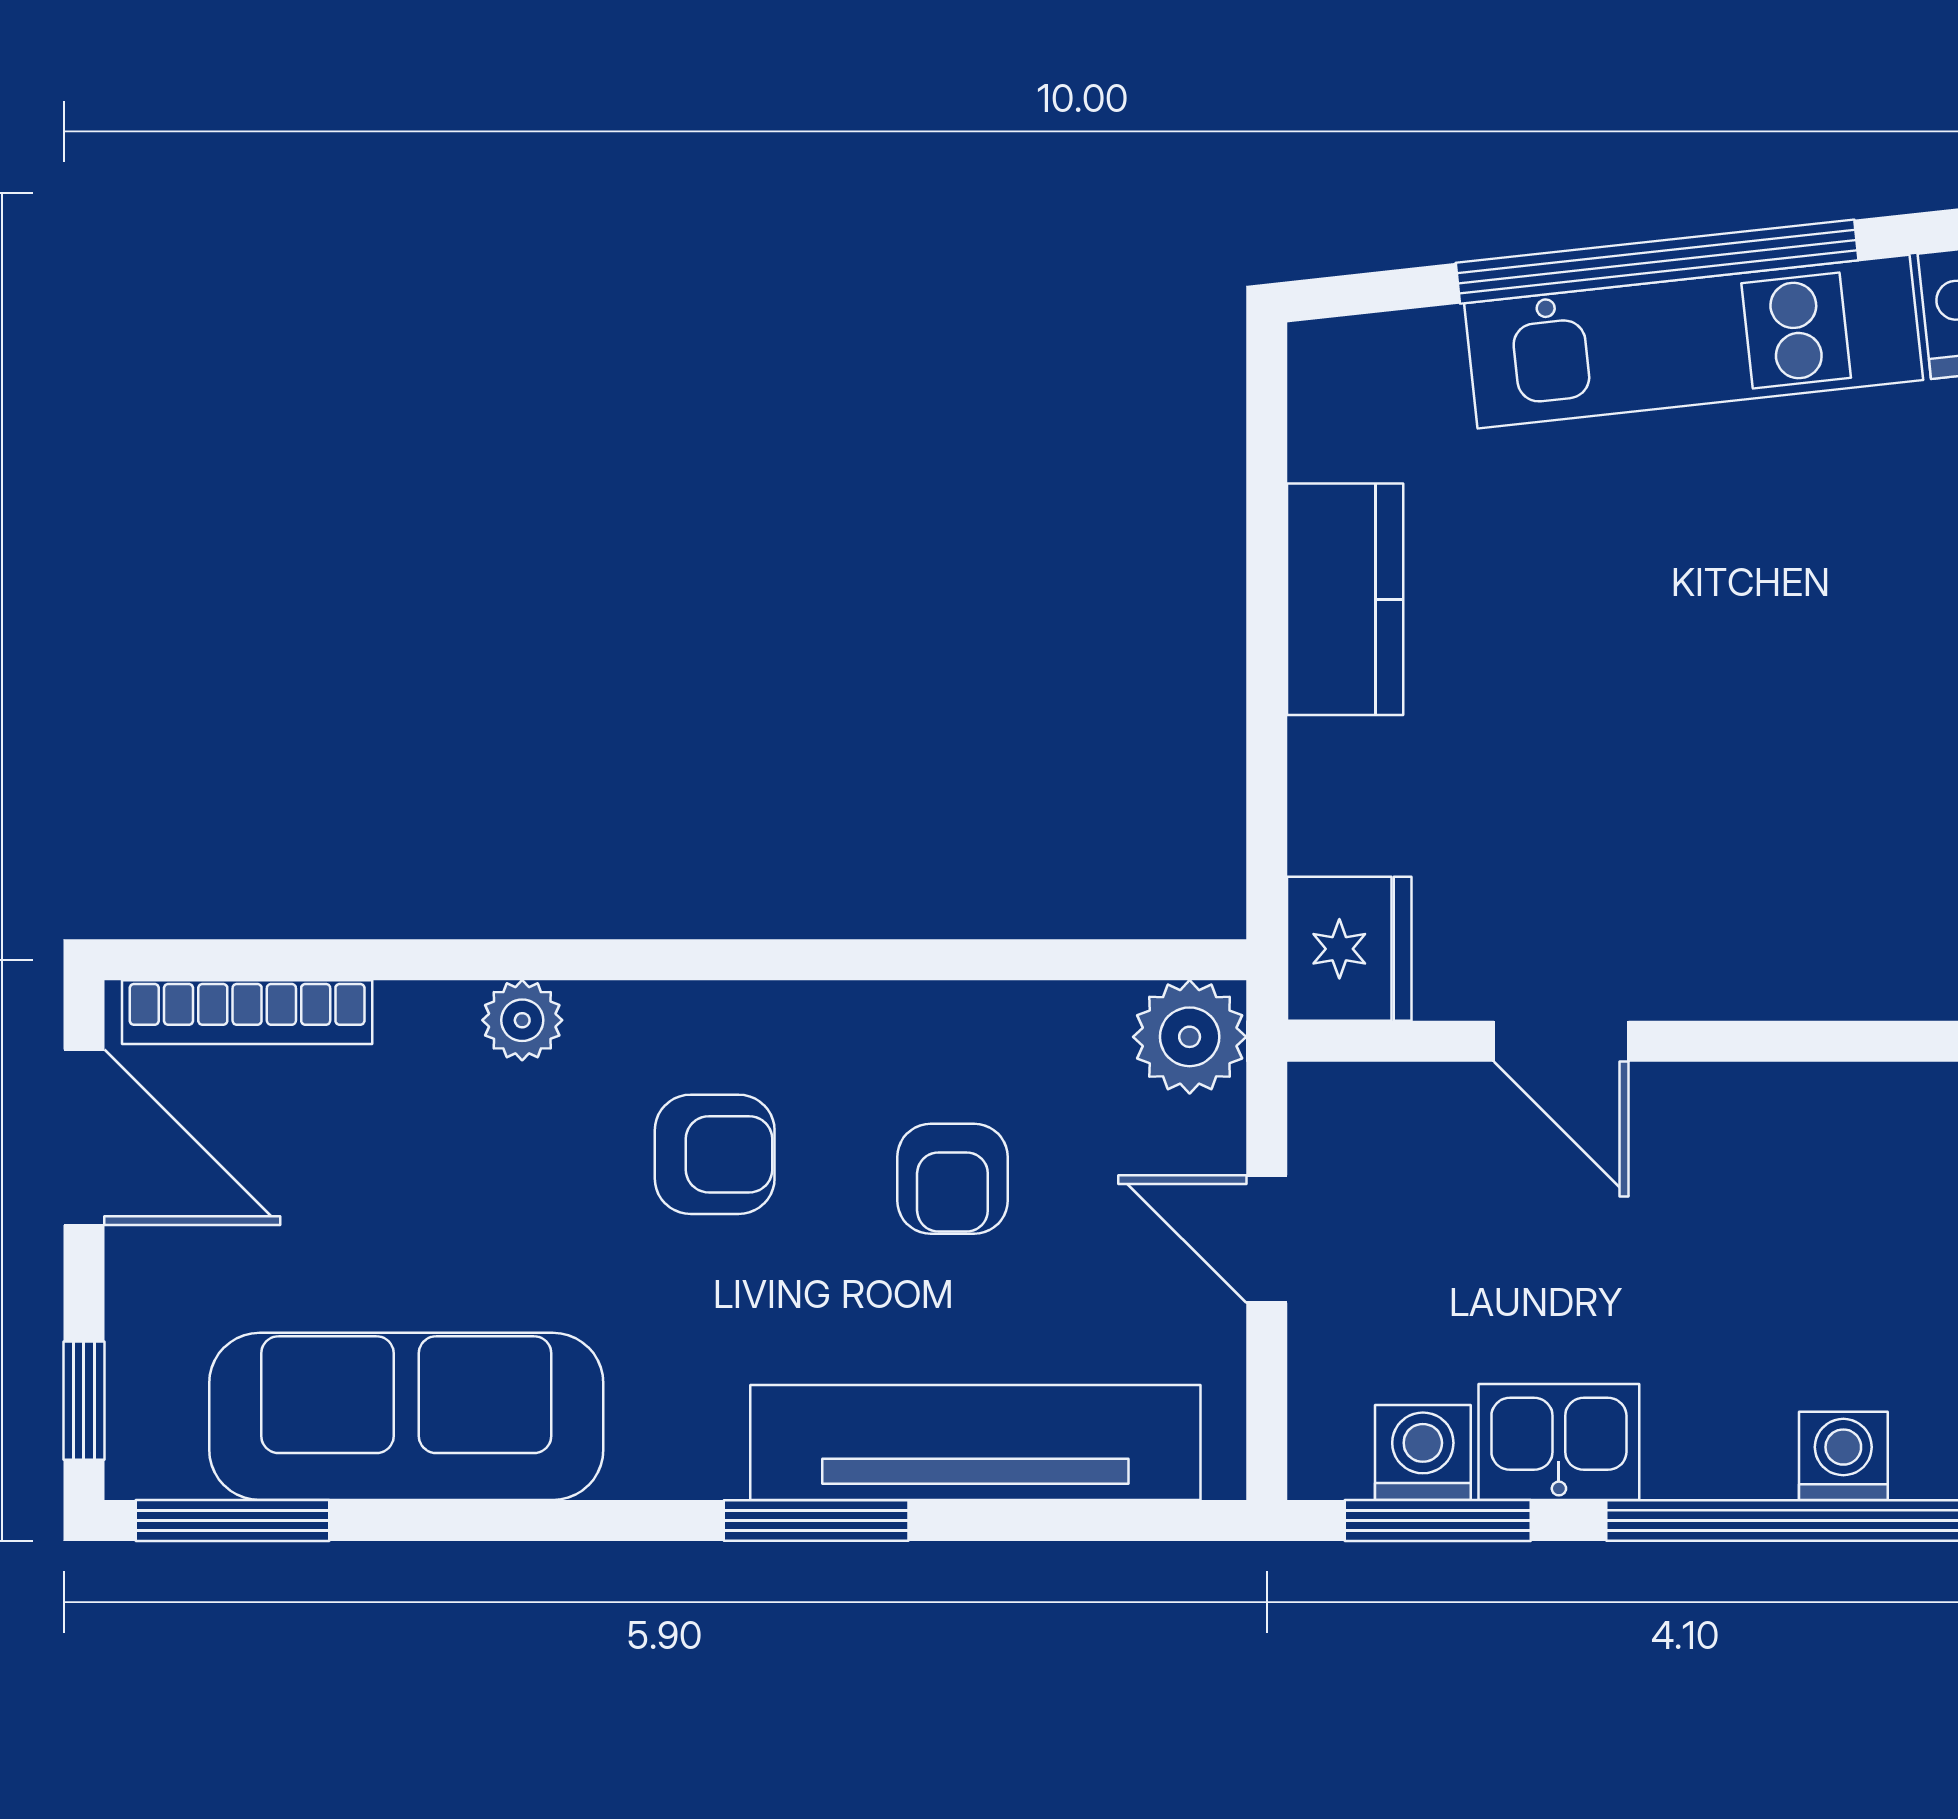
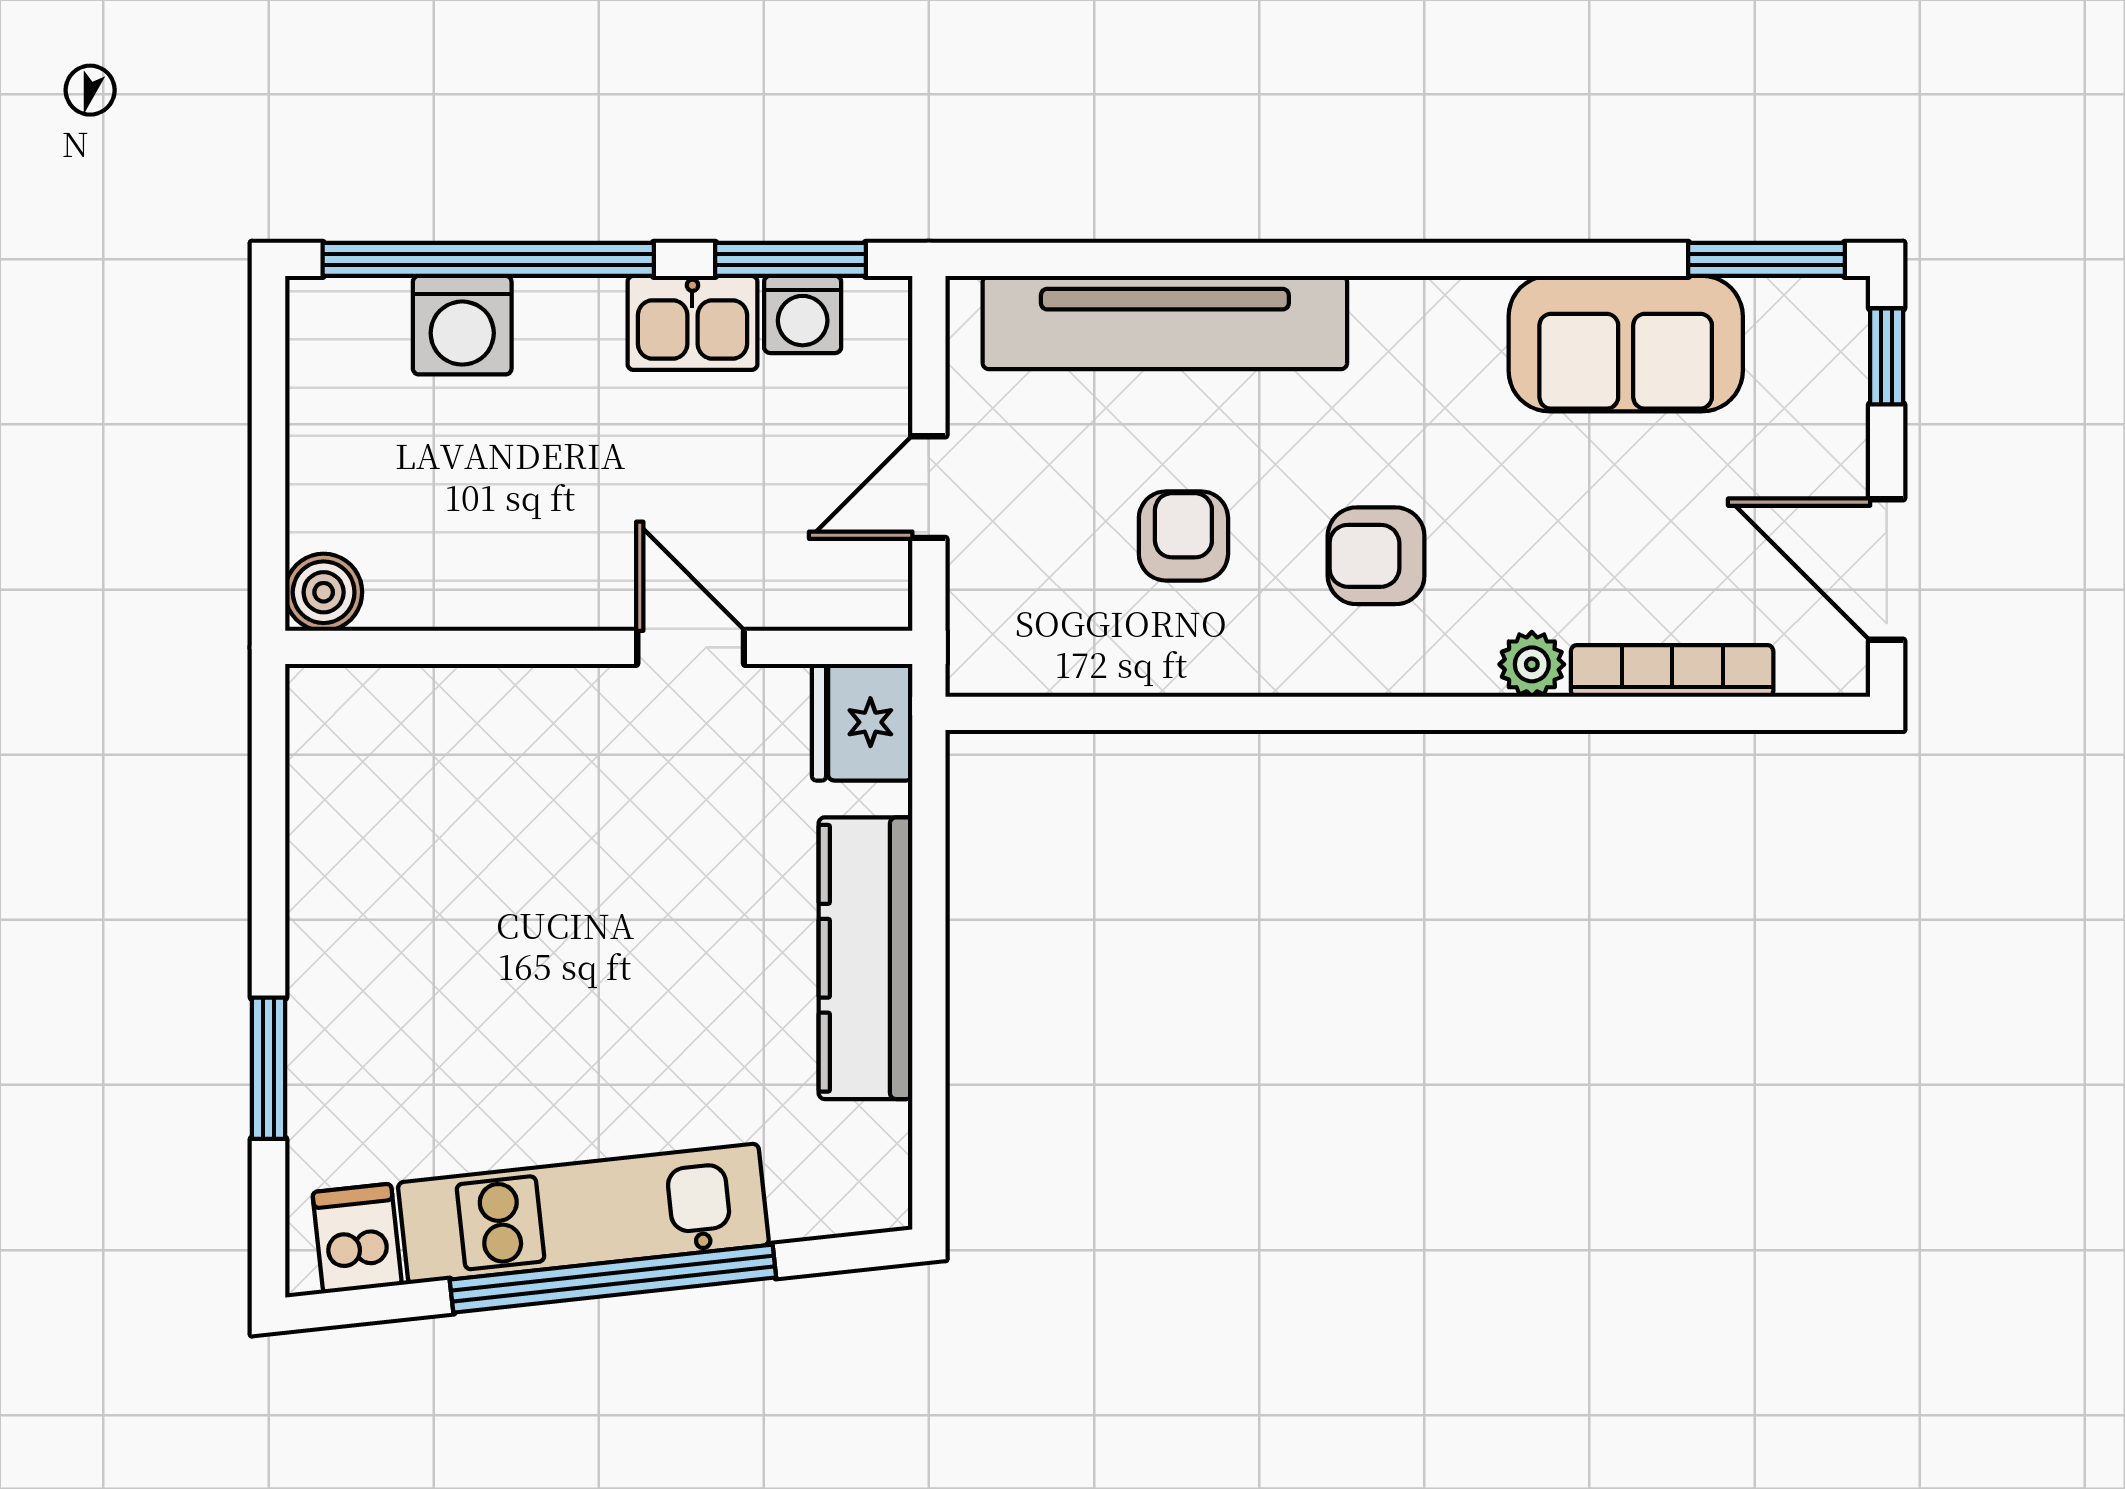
kitchen counter: (1345, 599) -> (866, 958), width x1.50
bookcase: (247, 1012) -> (1672, 671), moved
plant: (1190, 1037) -> (991, 651), removed
door: (1267, 1239) -> (929, 487), swing flipped
sofa: (406, 1416) -> (1626, 344), width x0.73
washing machine: (1843, 1456) -> (462, 325), width x1.38, depth x1.38
window: (816, 1520) -> (1294, 259), removed

